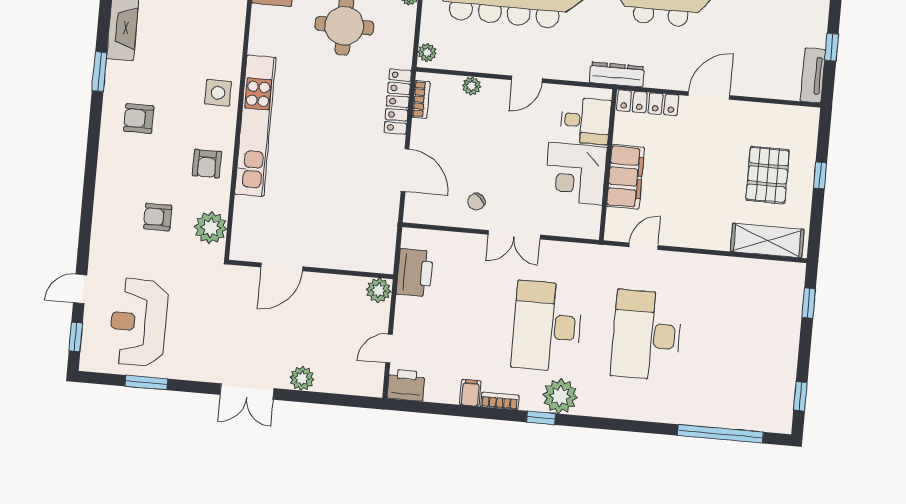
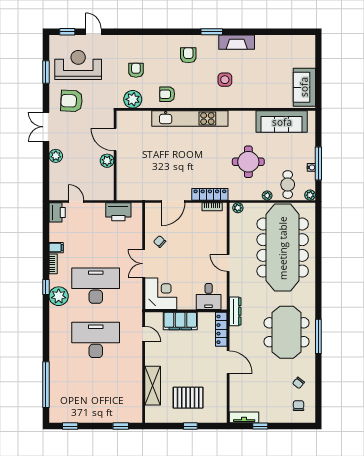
plant: (472, 86) -> (222, 233), removed
side table: (218, 93) -> (225, 80), moved
corner desk: (576, 174) -> (161, 294), moved, turned 90
shelving: (767, 241) -> (153, 386), moved
plant: (379, 290) -> (107, 161), moved
armchair: (204, 340) -> (72, 101), added

